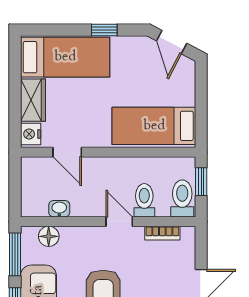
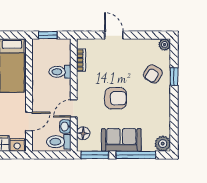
toilet: (182, 198) -> (59, 142), moved
door: (119, 222) -> (74, 108), moved

